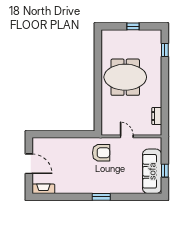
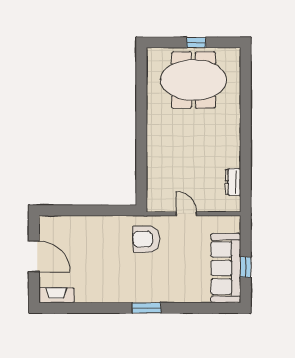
window: (165, 50) -> (246, 79), removed
meeting table: (125, 77) -> (193, 80), moved
armchair: (101, 153) -> (146, 239), turned 180

